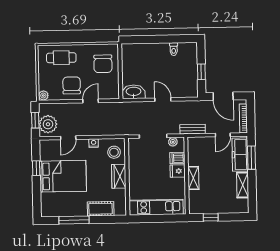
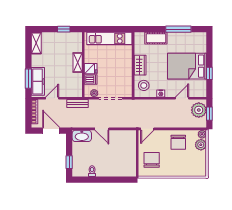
cafe table: (61, 58) -> (187, 166), removed
window: (201, 72) -> (69, 162), moved
plant: (45, 83) -> (201, 145), added
washbasin: (133, 92) -> (82, 136), moved
door: (91, 101) -> (147, 129), moved
shelving: (243, 185) -> (36, 43), moved

